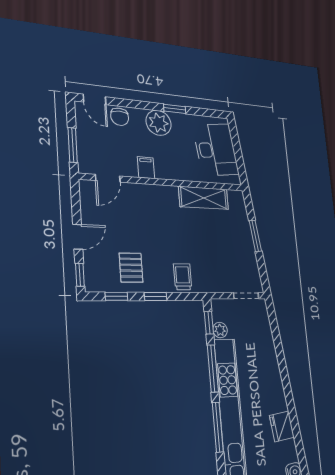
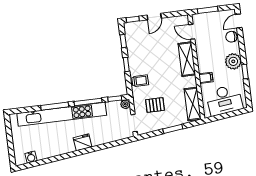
filing cabinet: (146, 168) -> (206, 78), moved
shelving: (152, 195) -> (187, 59), added
shelving: (204, 198) -> (193, 104), moved
door: (78, 237) -> (154, 17), hinge flipped
pallet: (131, 268) -> (155, 105), moved
plant: (220, 330) -> (125, 104), moved
fridge: (282, 426) -> (82, 142), moved

